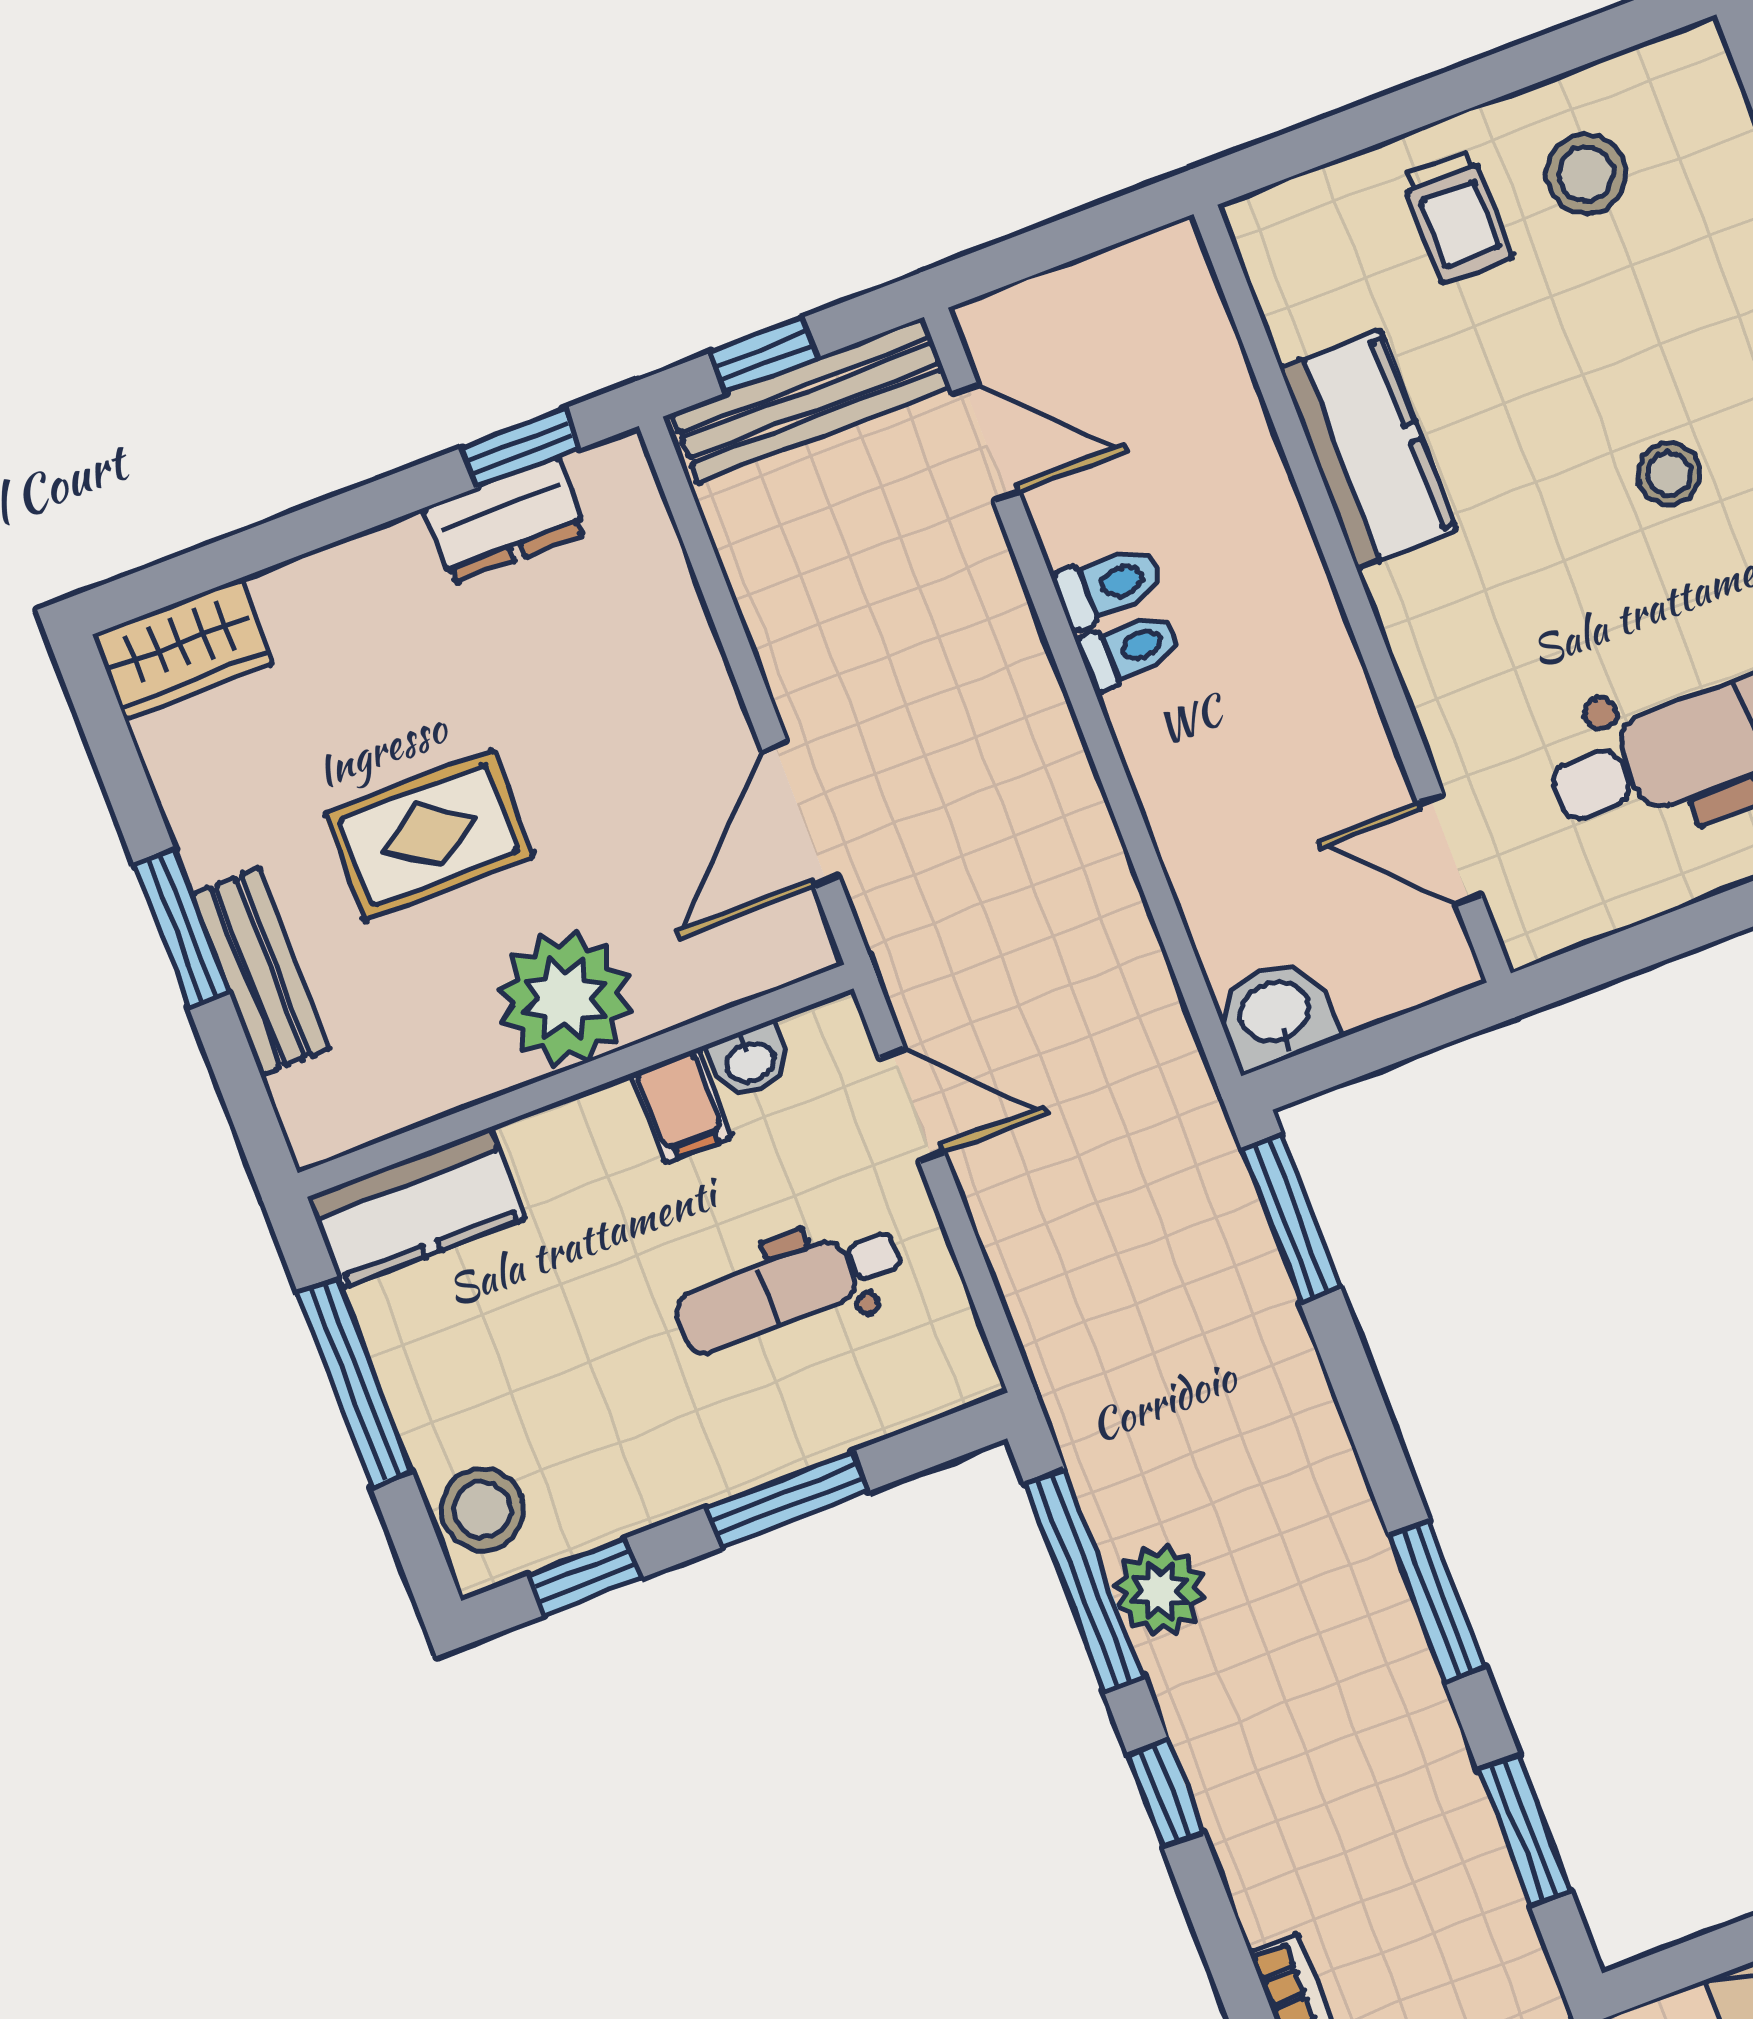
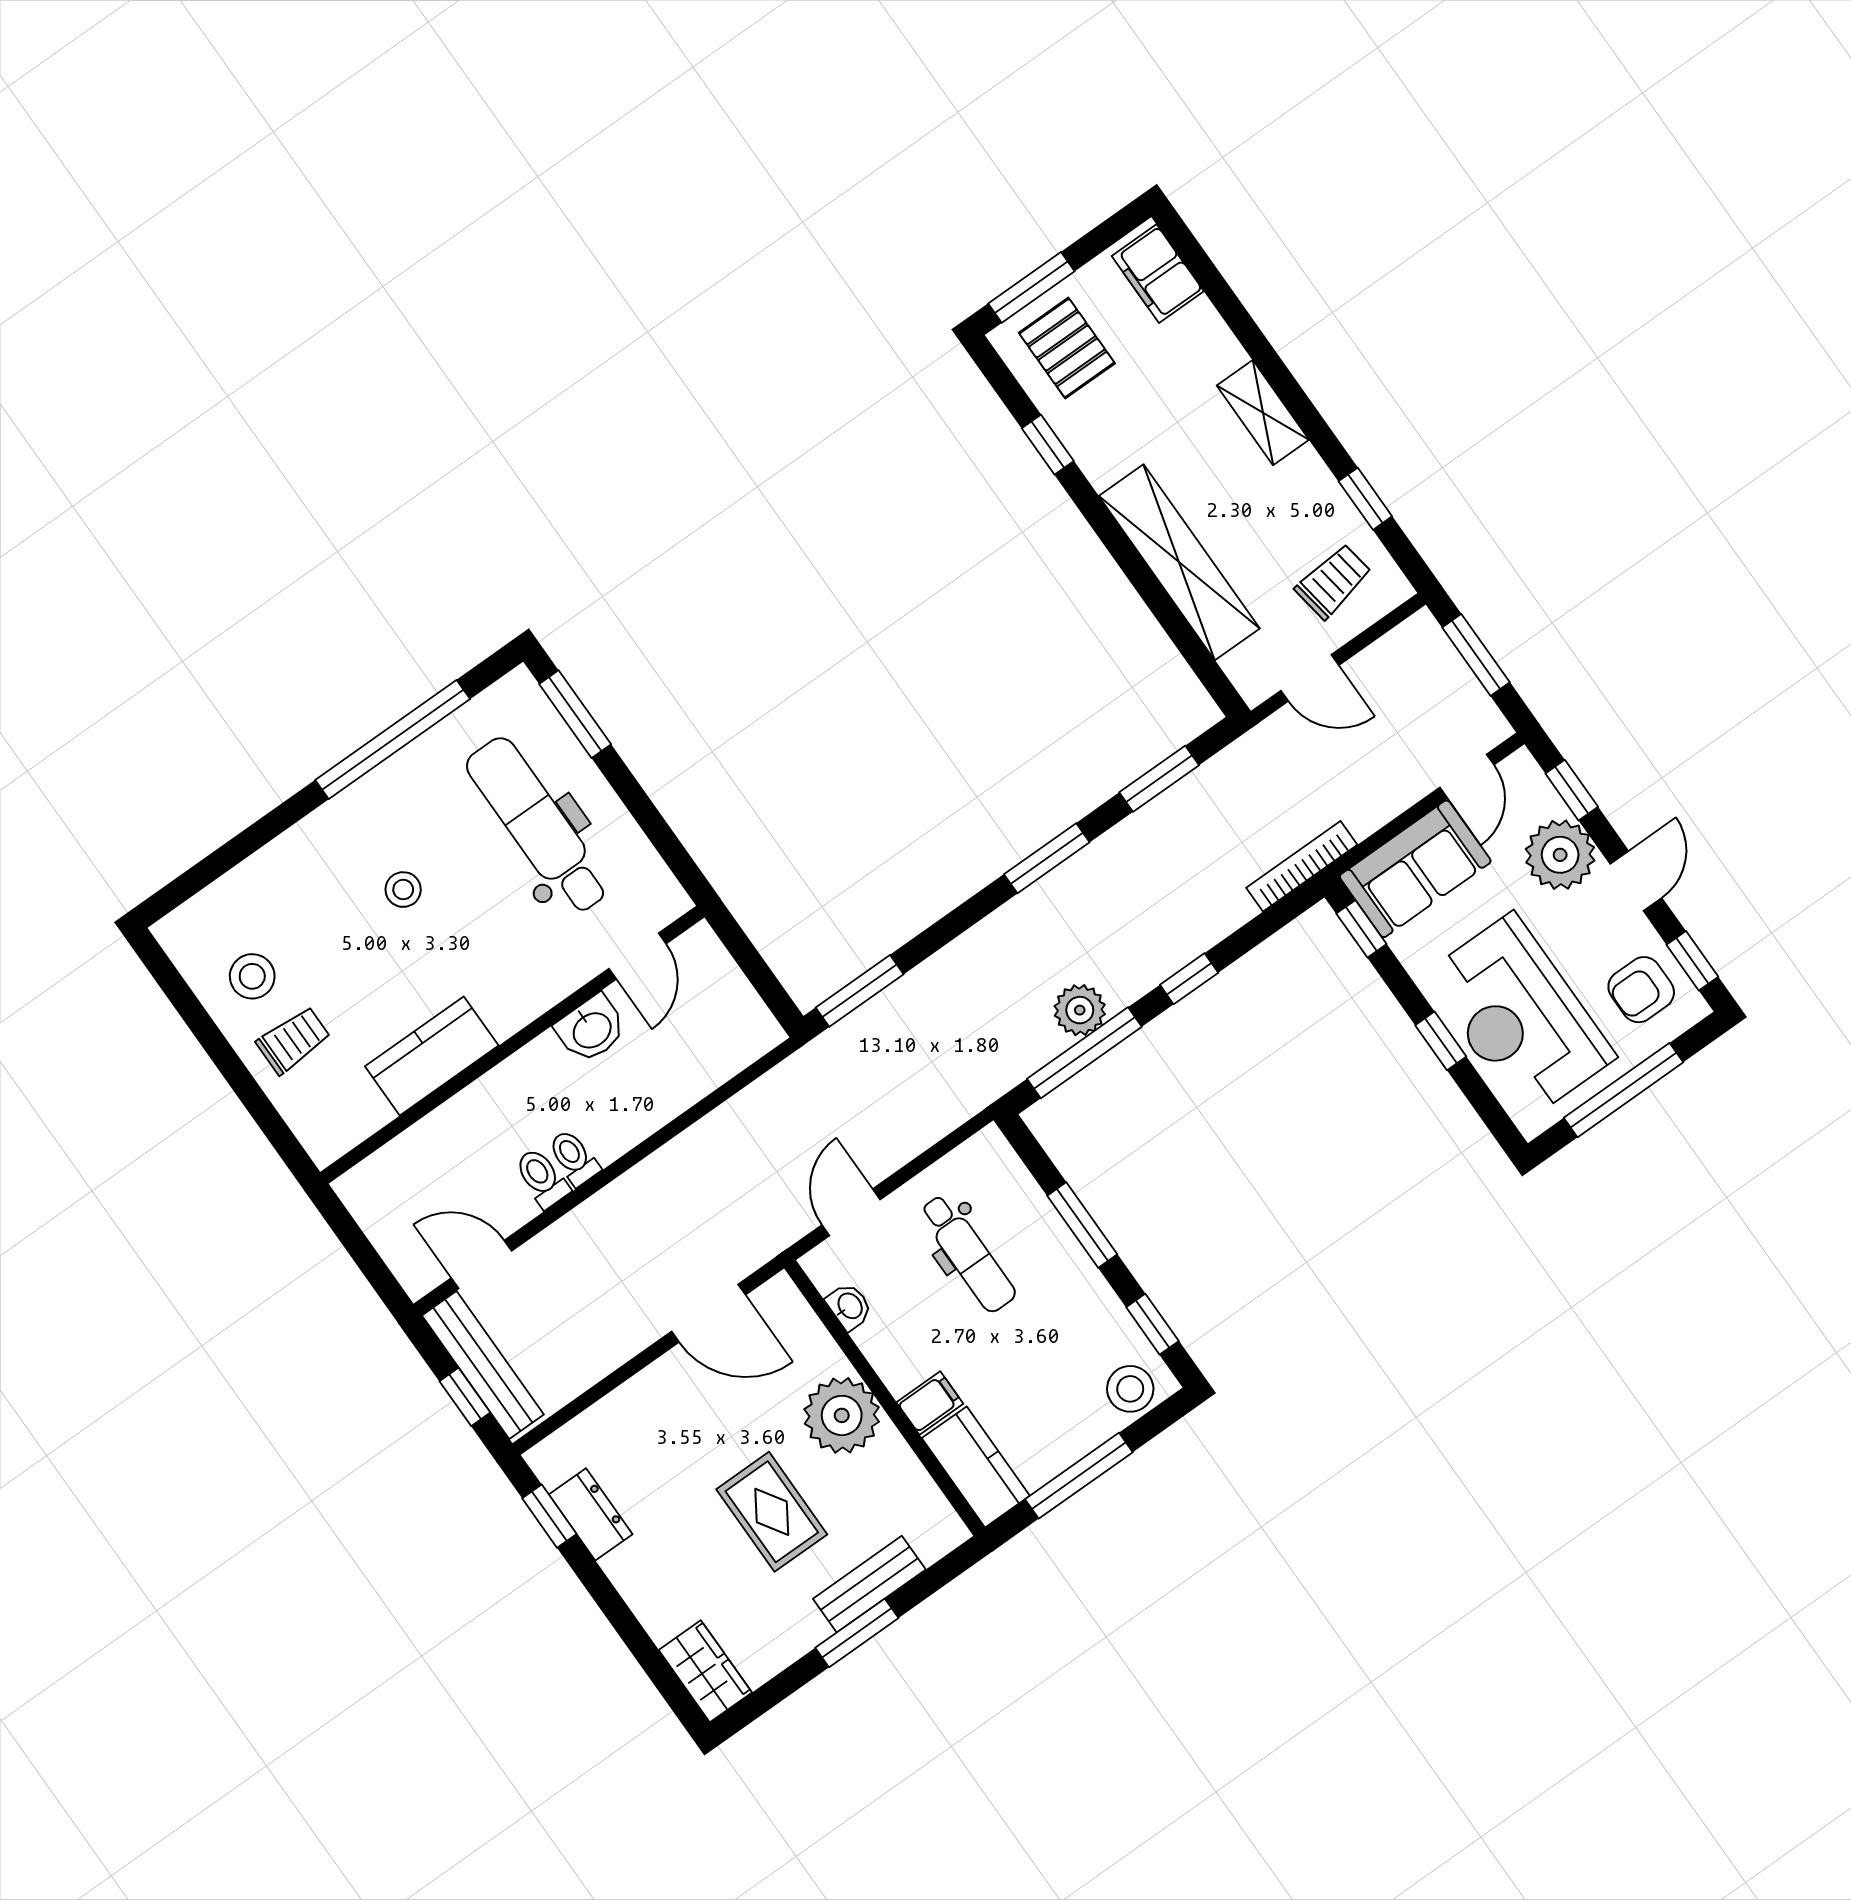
door: (986, 443) -> (482, 1264), hinge flipped
washbasin: (1276, 1014) -> (591, 1029), moved, turned -90
filing cabinet: (681, 1105) -> (930, 1403), moved

